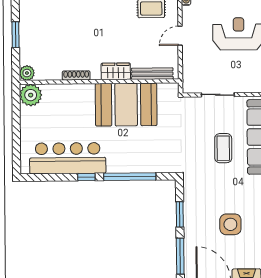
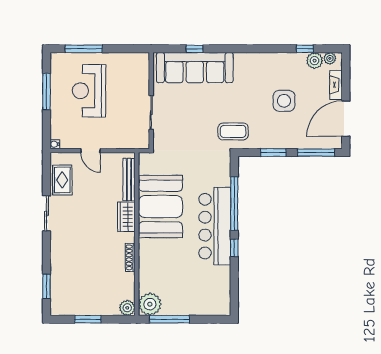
window: (16, 114) -> (169, 319), added
coffee table: (223, 148) -> (233, 131), moved
bar counter: (68, 158) -> (215, 226), moved

